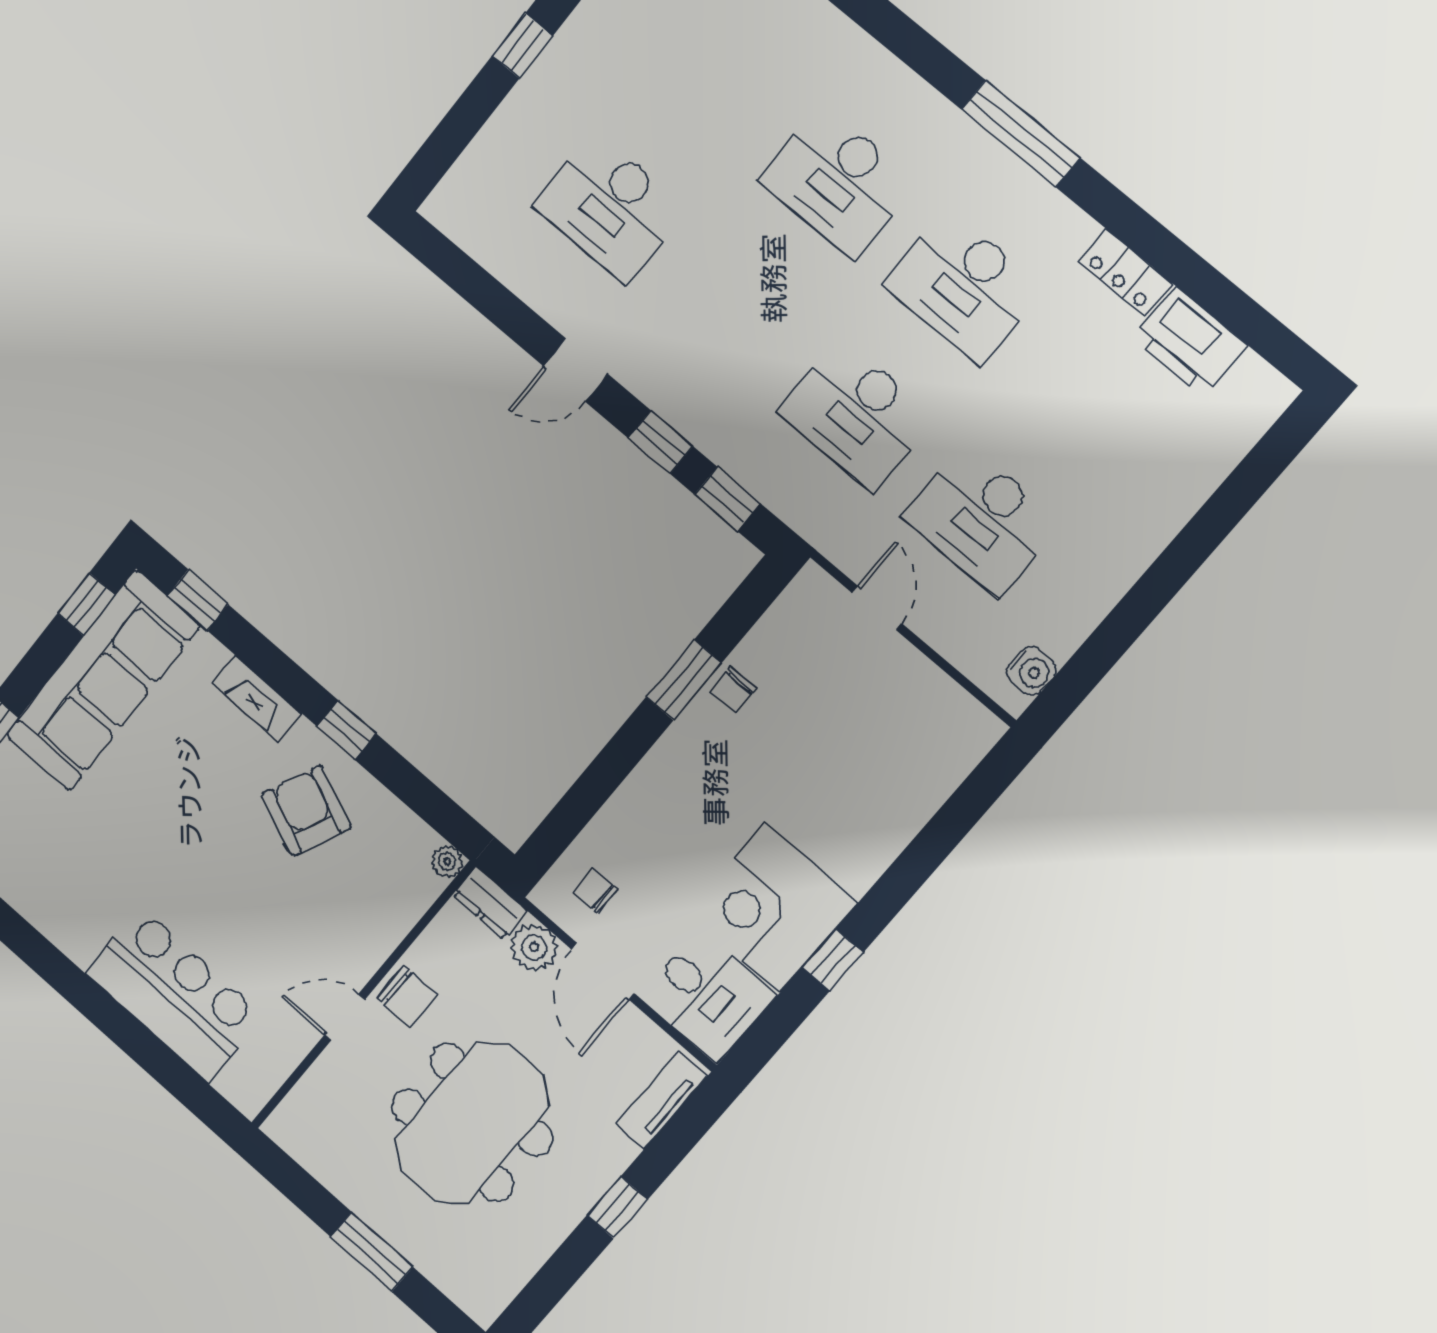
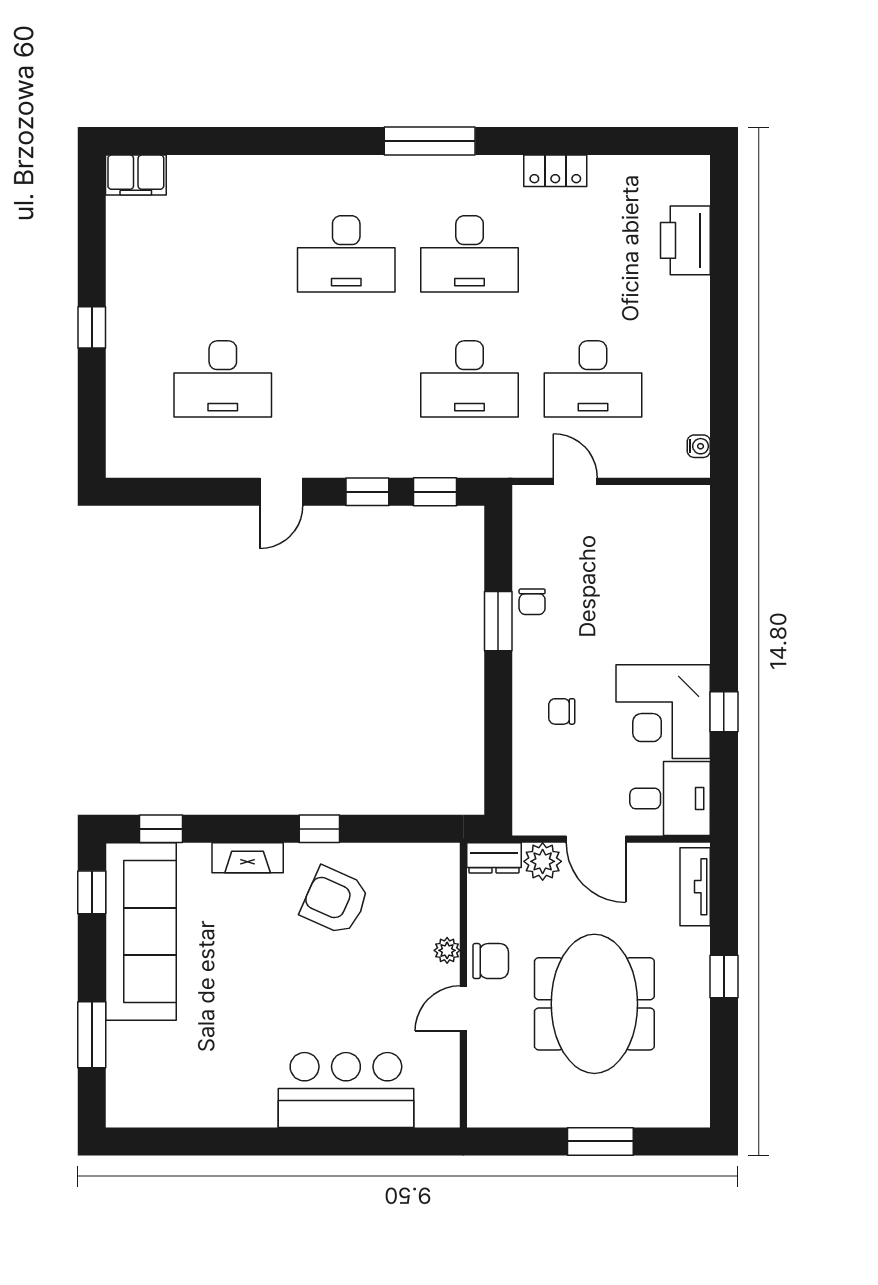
printer: (1189, 341) -> (685, 240), moved, turned 90
water cooler: (1032, 671) -> (699, 446), width x0.72, depth x0.72
plant: (447, 862) -> (447, 950), moved
chair: (595, 891) -> (562, 711), moved

